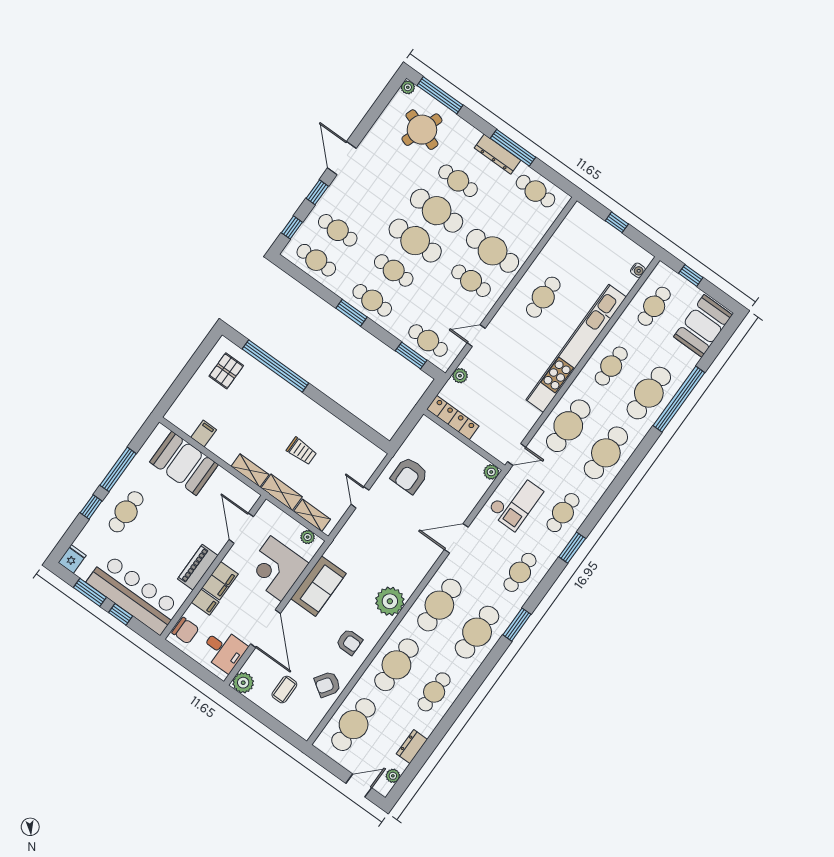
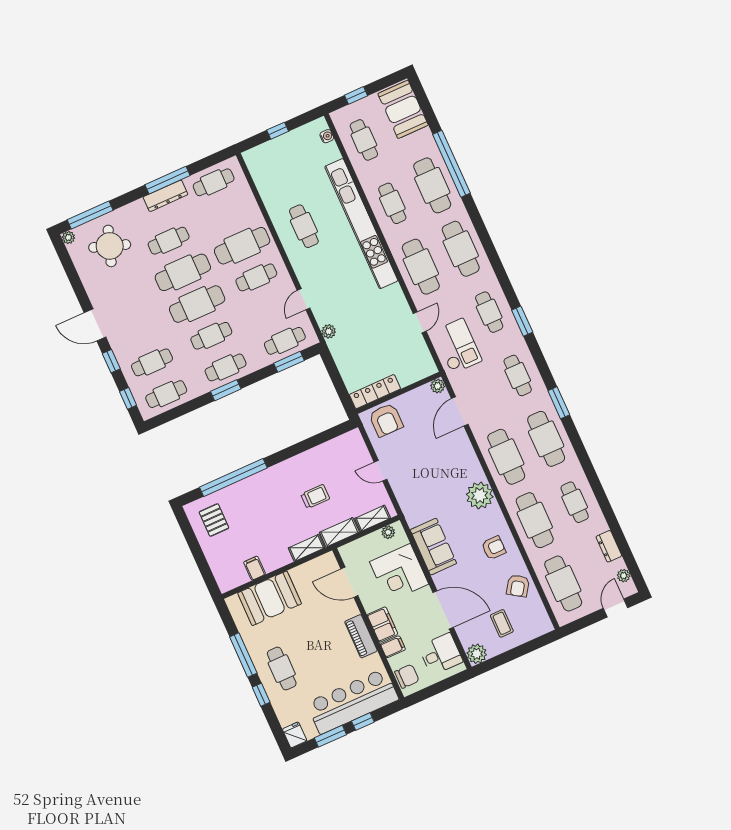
locker: (453, 418) -> (375, 392), moved
wall: (464, 440) -> (399, 393), moved
plant: (491, 472) -> (438, 386), moved

